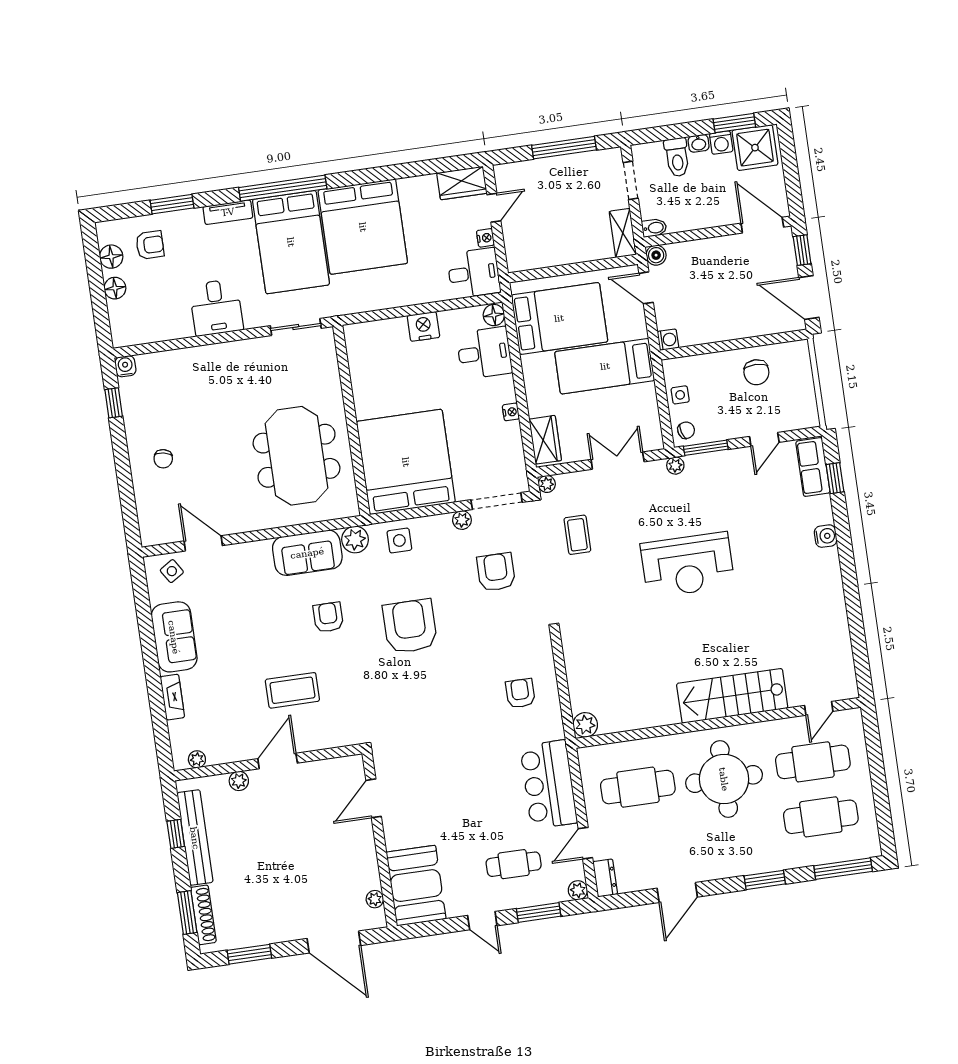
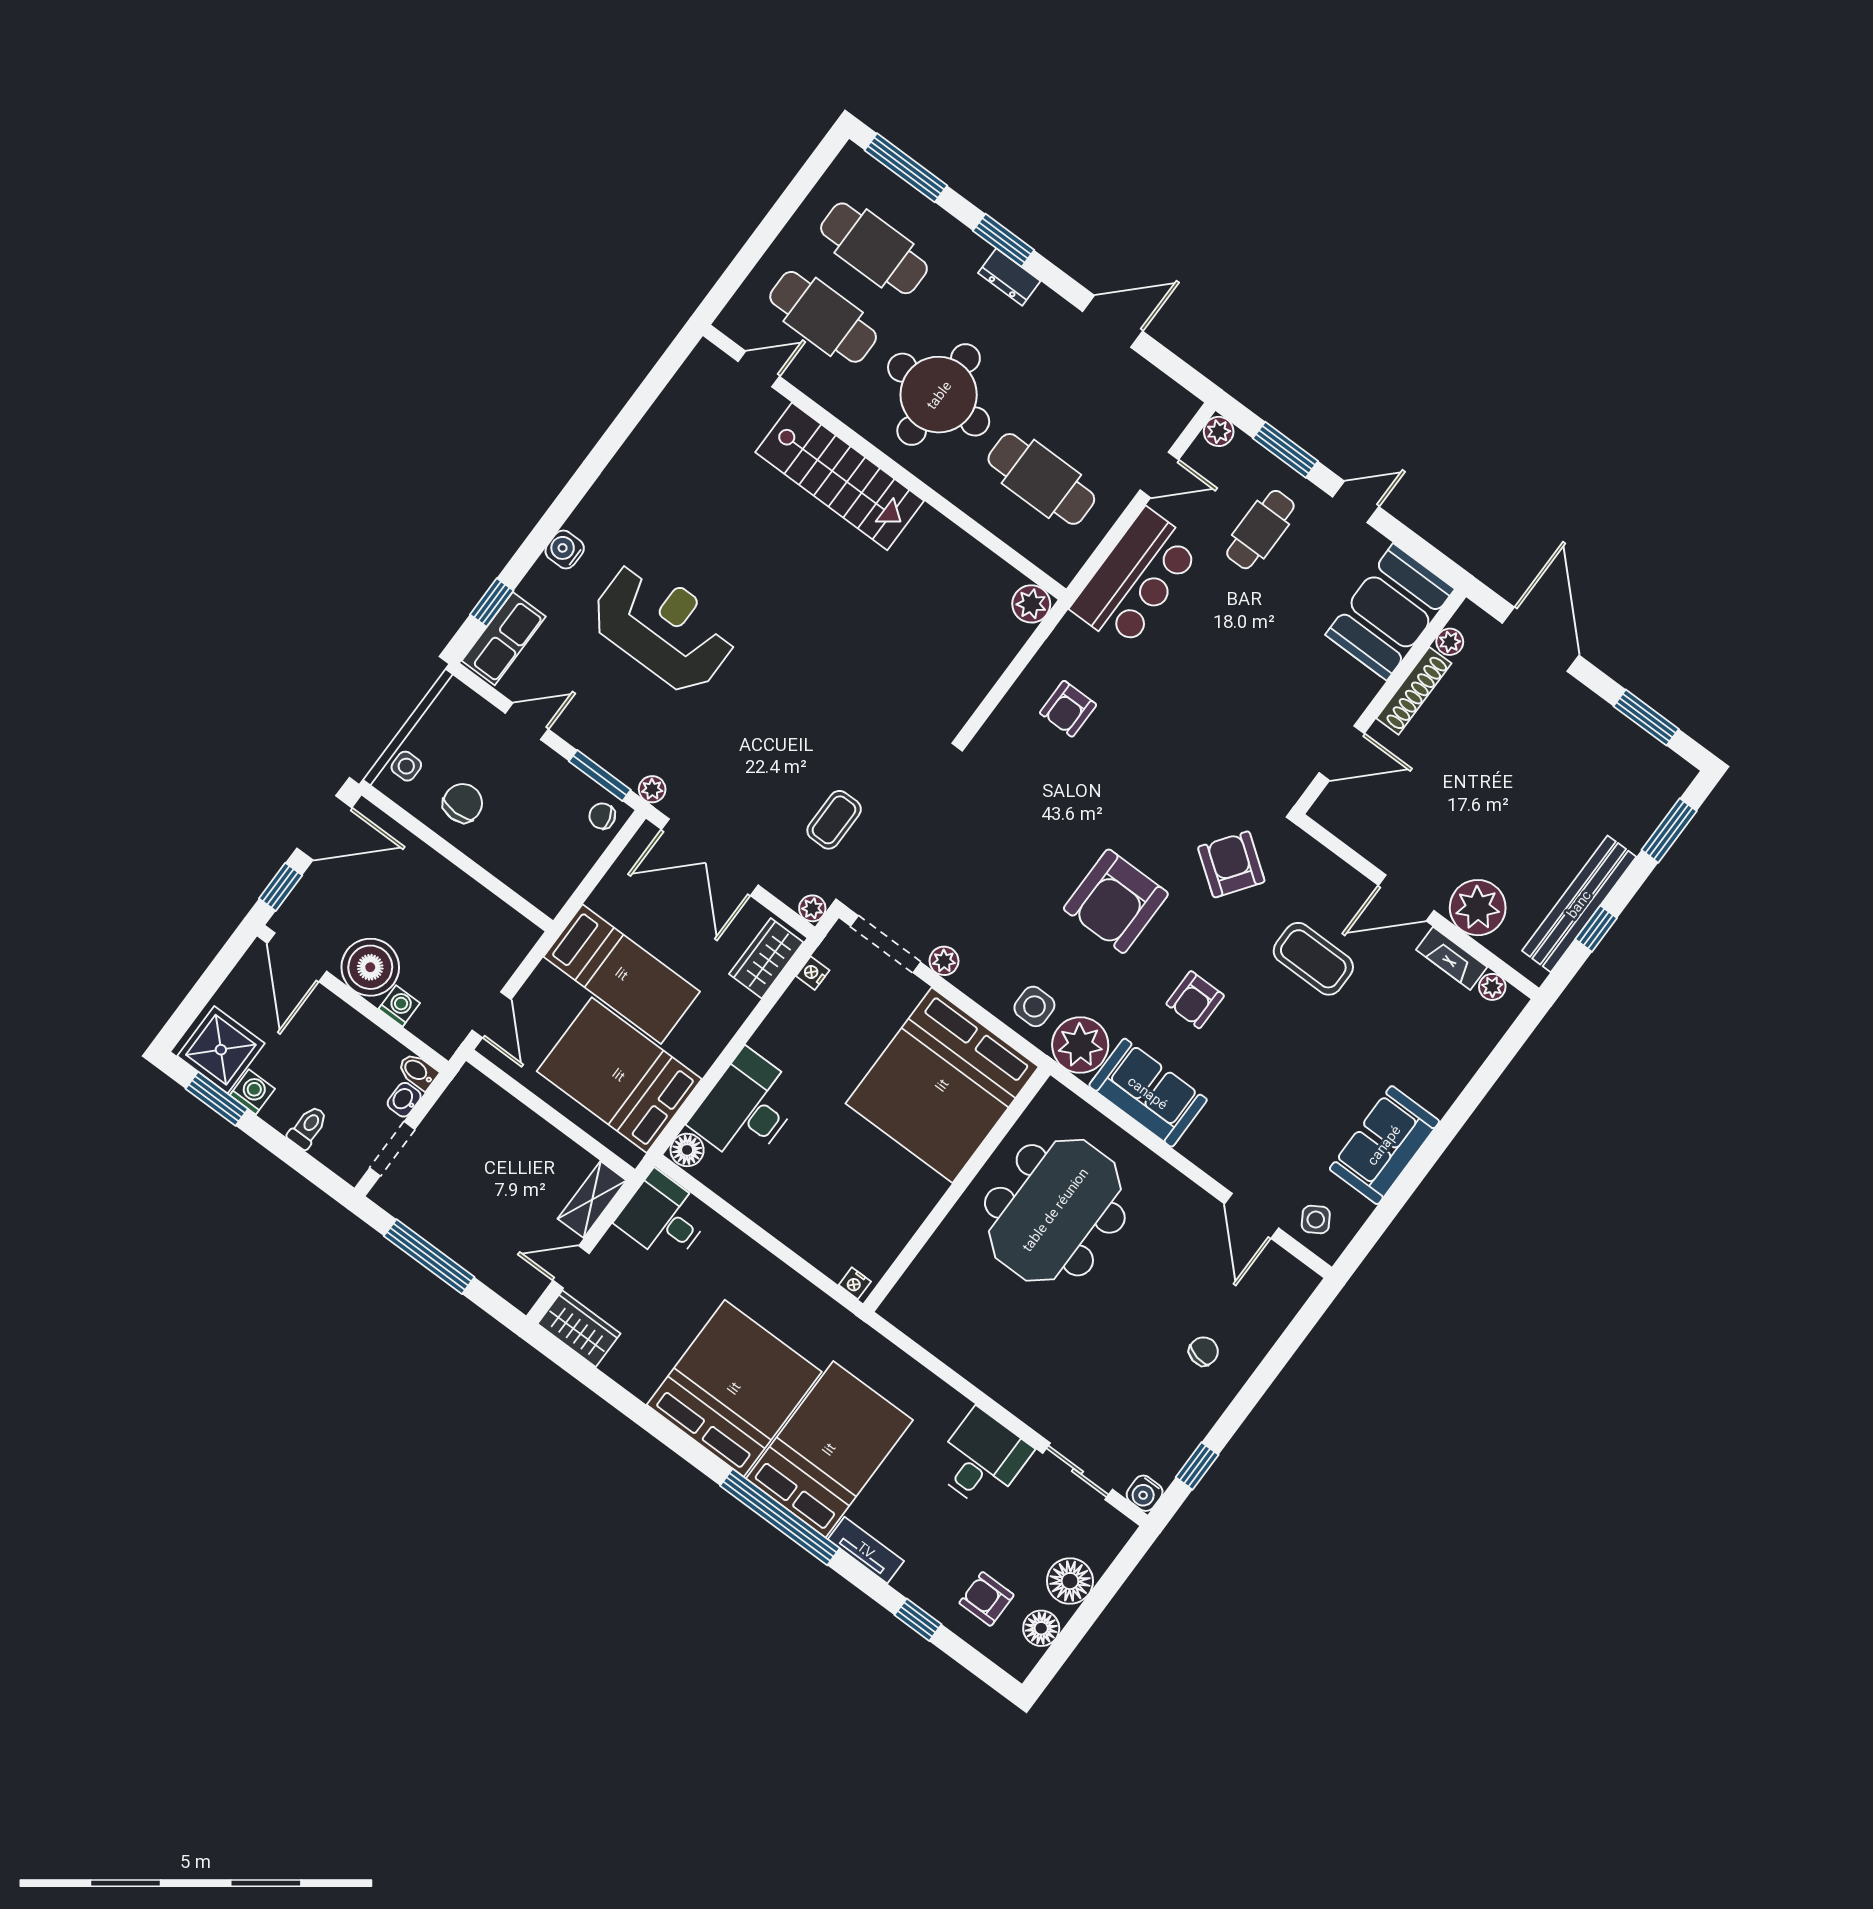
washbasin: (699, 143) -> (404, 1100), moved, turned -90
toilet: (677, 157) -> (308, 1127), width x0.73, depth x0.72
window: (172, 204) -> (918, 1620), width x0.67
shelving: (623, 233) -> (592, 1200), moved
nightstand: (485, 238) -> (613, 1243), removed
boiler: (656, 255) -> (370, 967), moved, width x1.86, depth x1.86
floor lamp: (115, 288) -> (1070, 1581), width x1.38, depth x1.38
door: (809, 297) -> (324, 828), hinge flipped
nightstand: (423, 326) -> (855, 1283), moved, width x0.53, depth x0.56
sliding door: (296, 327) -> (1077, 1471), moved
washing machine: (668, 340) -> (399, 1006), moved, turned 90
desk: (484, 353) -> (747, 1108), width x1.37
side table: (680, 395) -> (406, 766), moved
nightstand: (511, 412) -> (813, 973), moved
double door: (618, 461) -> (710, 857), width x1.37
plant: (355, 540) -> (1080, 1045), width x1.36, depth x1.36
reception desk: (688, 565) -> (663, 627), moved
armchair: (496, 572) -> (1231, 864), moved, turned 126
fireplace: (172, 697) -> (1452, 958), moved, turned -90
plant: (239, 781) -> (1478, 908), width x1.88, depth x1.88
cafe table: (514, 864) -> (1260, 530), turned 90
dresser: (605, 878) -> (1009, 277), moved, turned -90
shoe rack: (203, 915) -> (1414, 691), moved, turned 180
door: (482, 921) -> (1356, 502), hinge flipped

